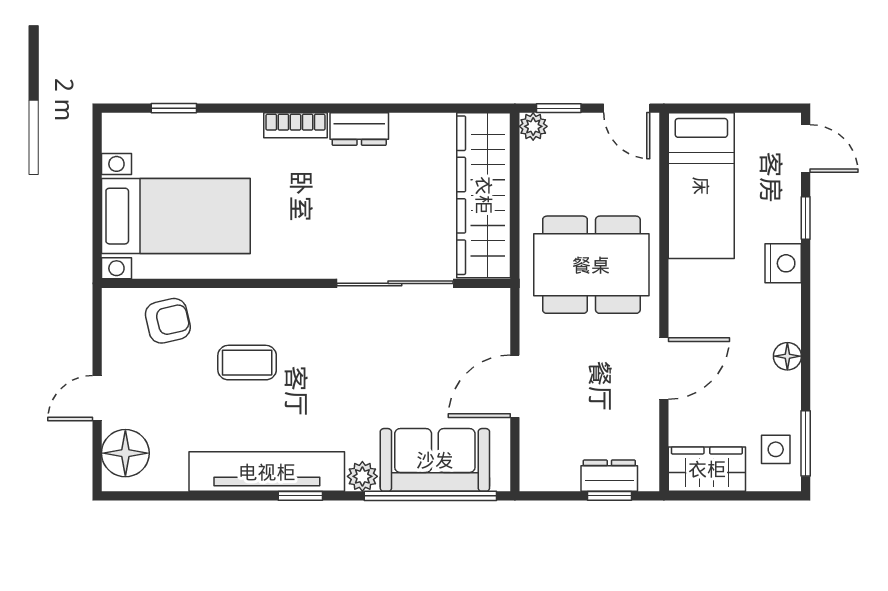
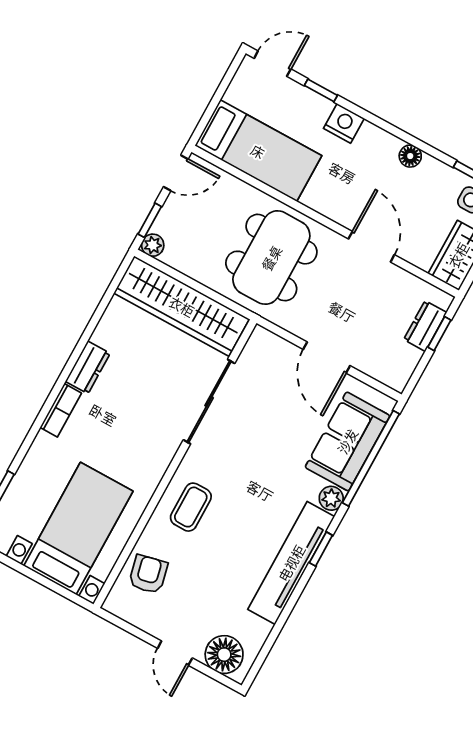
coffee table: (247, 363) -> (191, 507), moved

